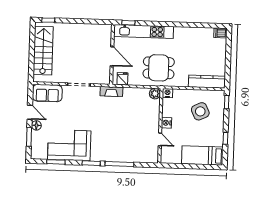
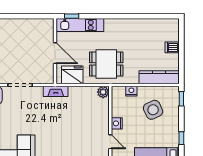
kitchen unit: (144, 32) -> (80, 25), width x0.73
dishwasher: (220, 33) -> (172, 47), moved
fridge: (122, 79) -> (72, 75), width x1.88, depth x1.34
nightstand: (167, 93) -> (131, 91), moved

